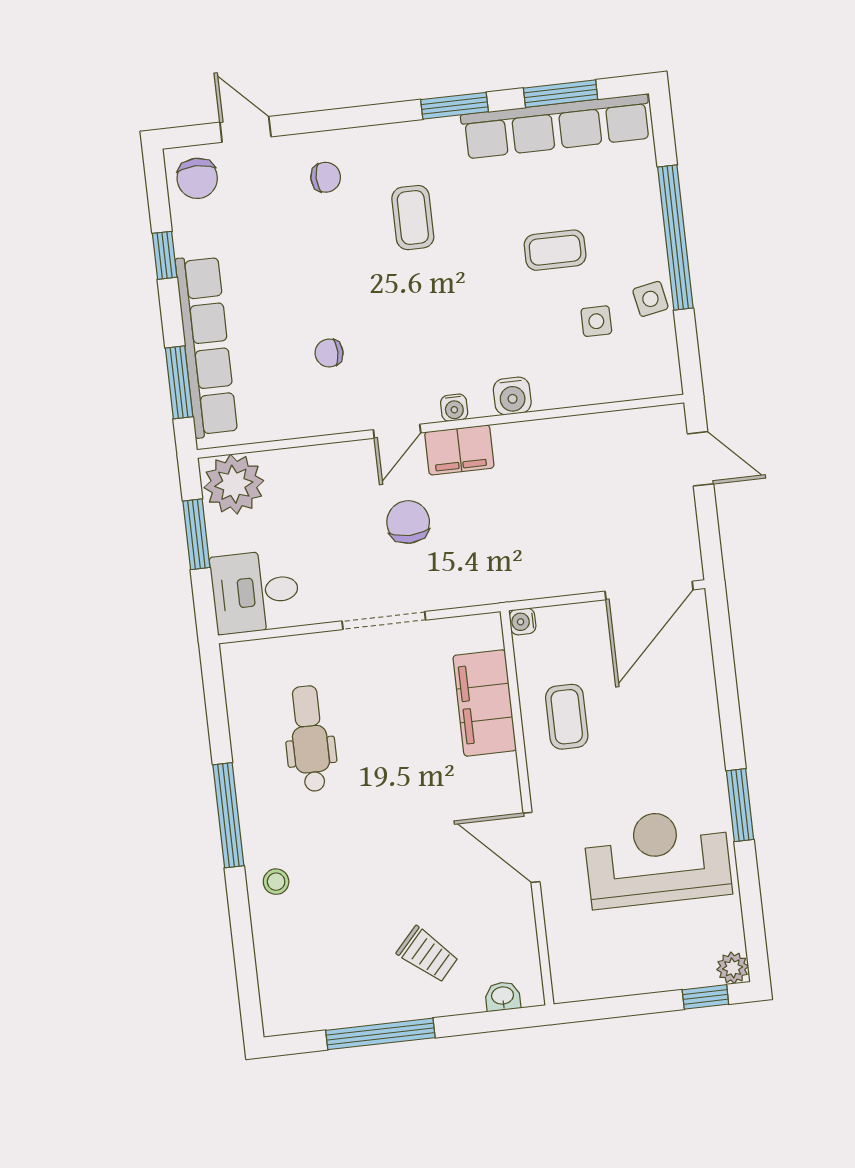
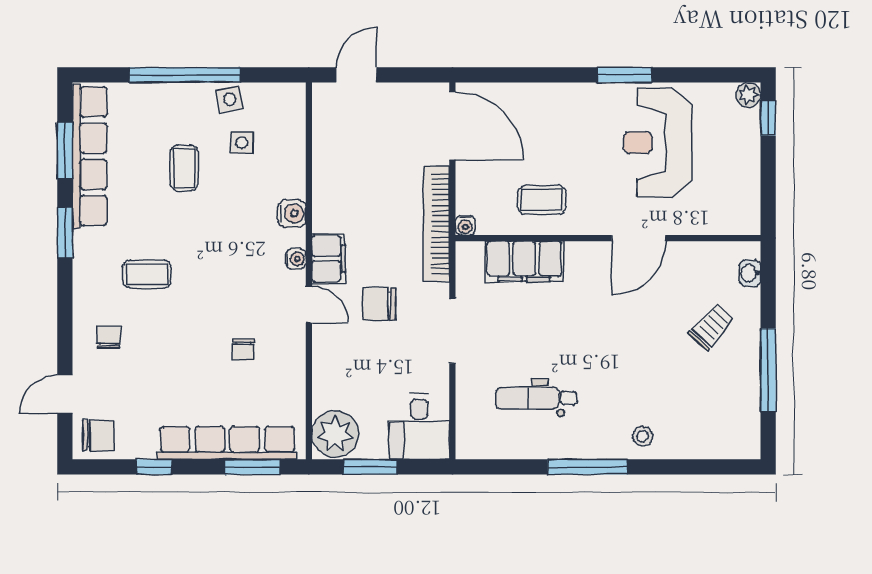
bookcase: (520, 584) -> (436, 224), added

